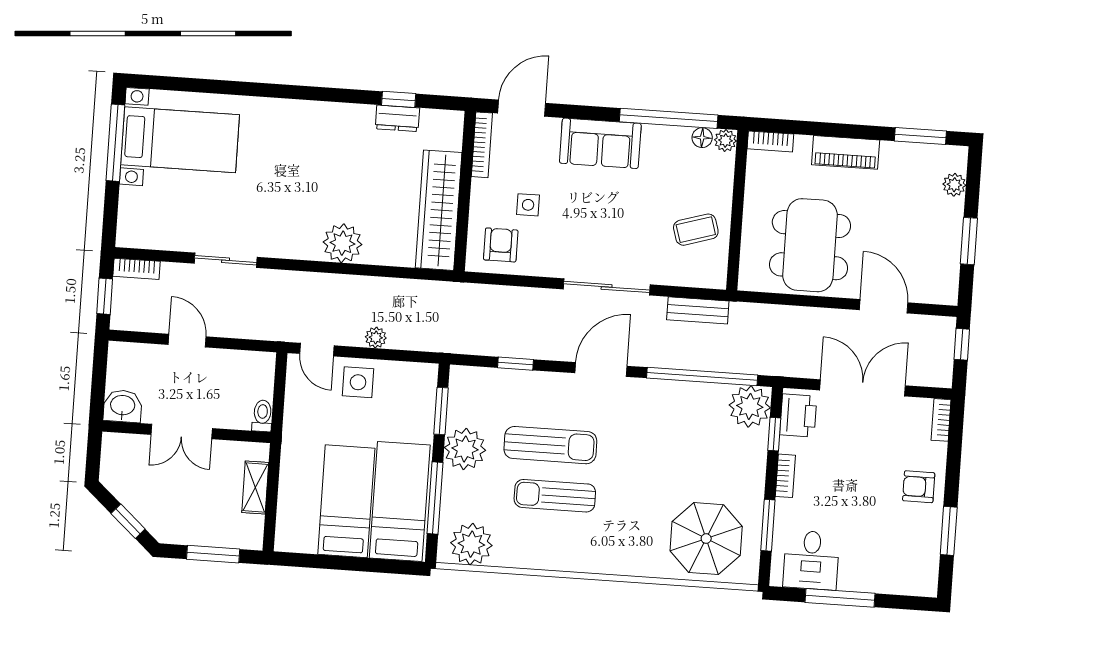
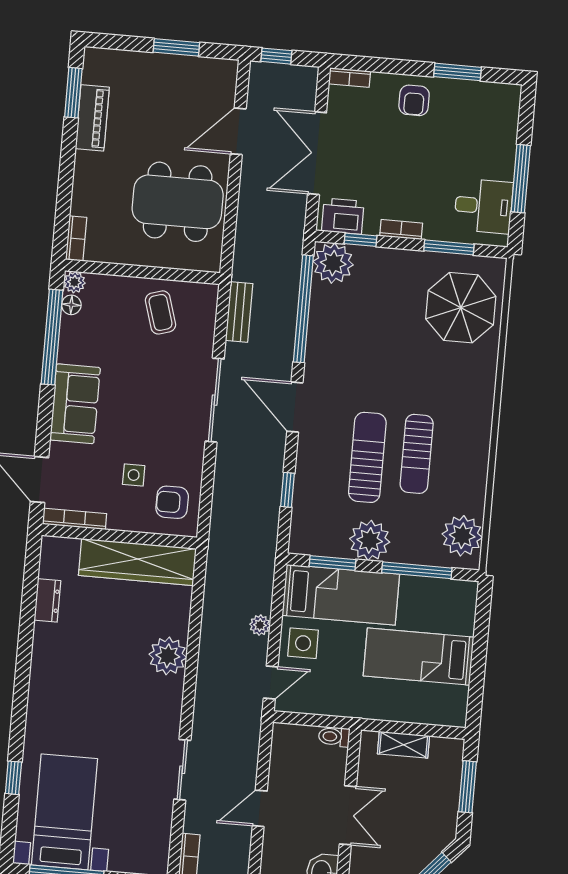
window: (399, 99) -> (13, 778), moved
piano: (846, 152) -> (92, 118), moved
plant: (954, 185) -> (121, 61), removed
bed: (400, 502) -> (341, 595), moved, turned 180

